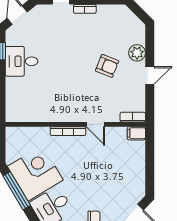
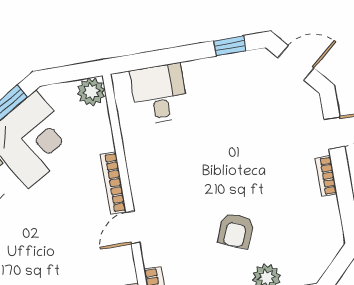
desk: (22, 61) -> (159, 94), moved
plant: (14, 135) -> (91, 92), added

